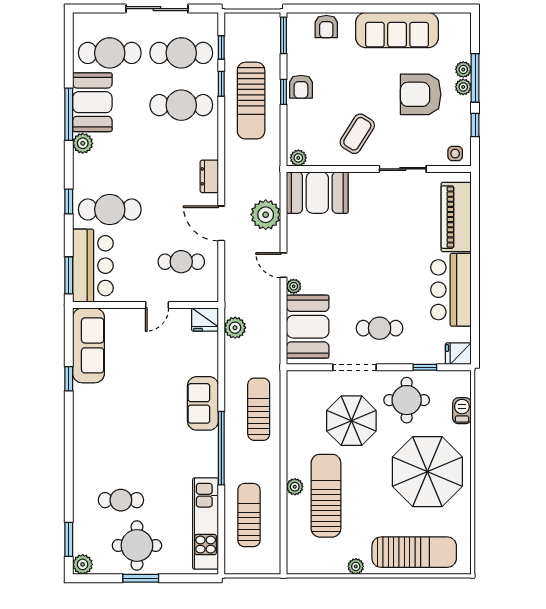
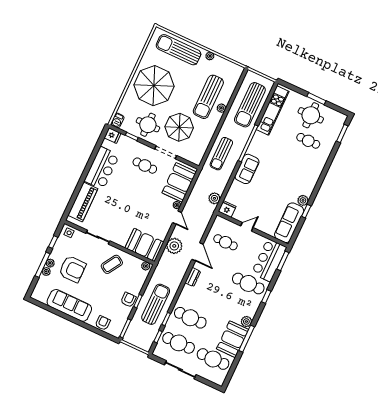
barbecue: (462, 411) -> (117, 120), moved
sun lounger: (249, 515) -> (250, 105), width x1.36, depth x1.34
plant: (83, 564) -> (303, 200), moved

